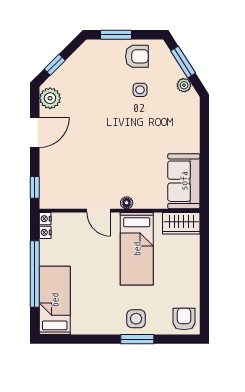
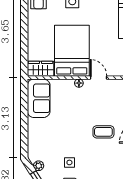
coffee table: (92, 133) -> (103, 132), added
bed: (137, 249) -> (72, 51), width x1.50

